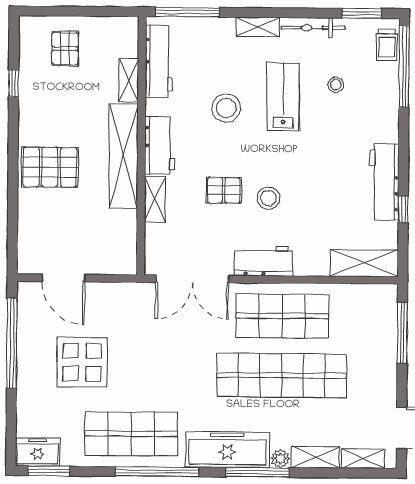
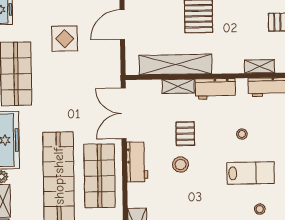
stool: (226, 108) -> (242, 134), width x0.53, depth x0.53
shelving: (124, 156) -> (175, 65), moved
display table: (82, 362) -> (65, 39), width x0.73, depth x0.73

